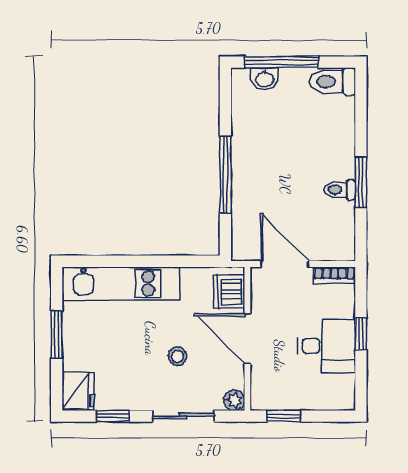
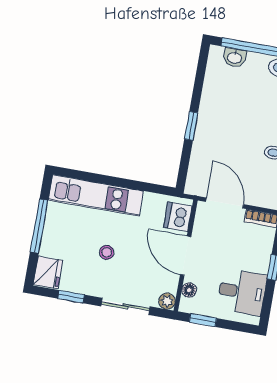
window: (225, 175) -> (191, 126), width x0.46
window: (57, 334) -> (39, 226), width x1.44
desk: (326, 346) -> (242, 292), moved
stool: (177, 356) -> (107, 252), moved
floor lamp: (260, 381) -> (189, 290), added

